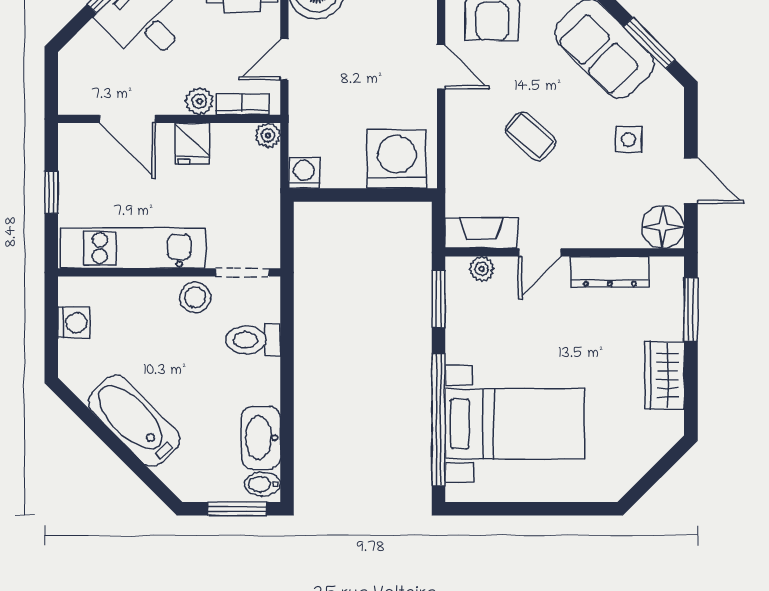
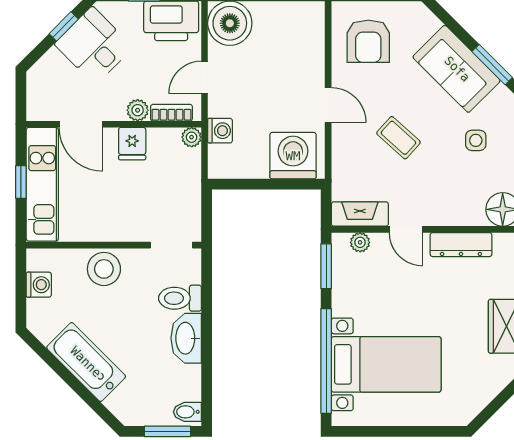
door: (441, 67) -> (328, 105), moved
washing machine: (304, 173) -> (220, 131), moved, turned 90
kitchen unit: (133, 248) -> (42, 184), moved, turned 90
door: (540, 252) -> (406, 229), hinge flipped
stool: (195, 297) -> (104, 269), moved, width x1.38, depth x1.38
washbasin: (261, 438) -> (186, 338), moved

